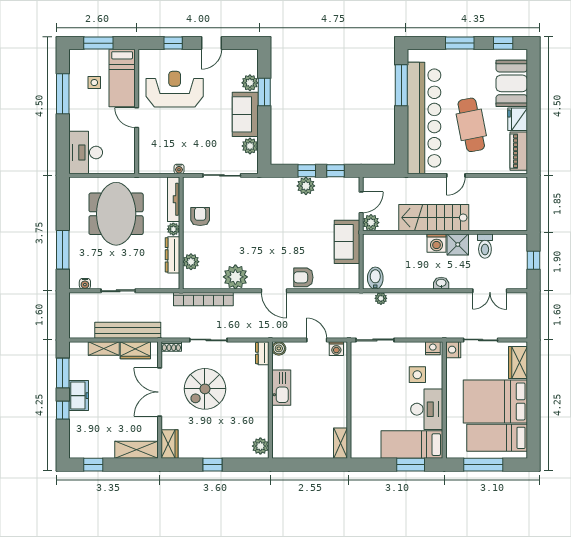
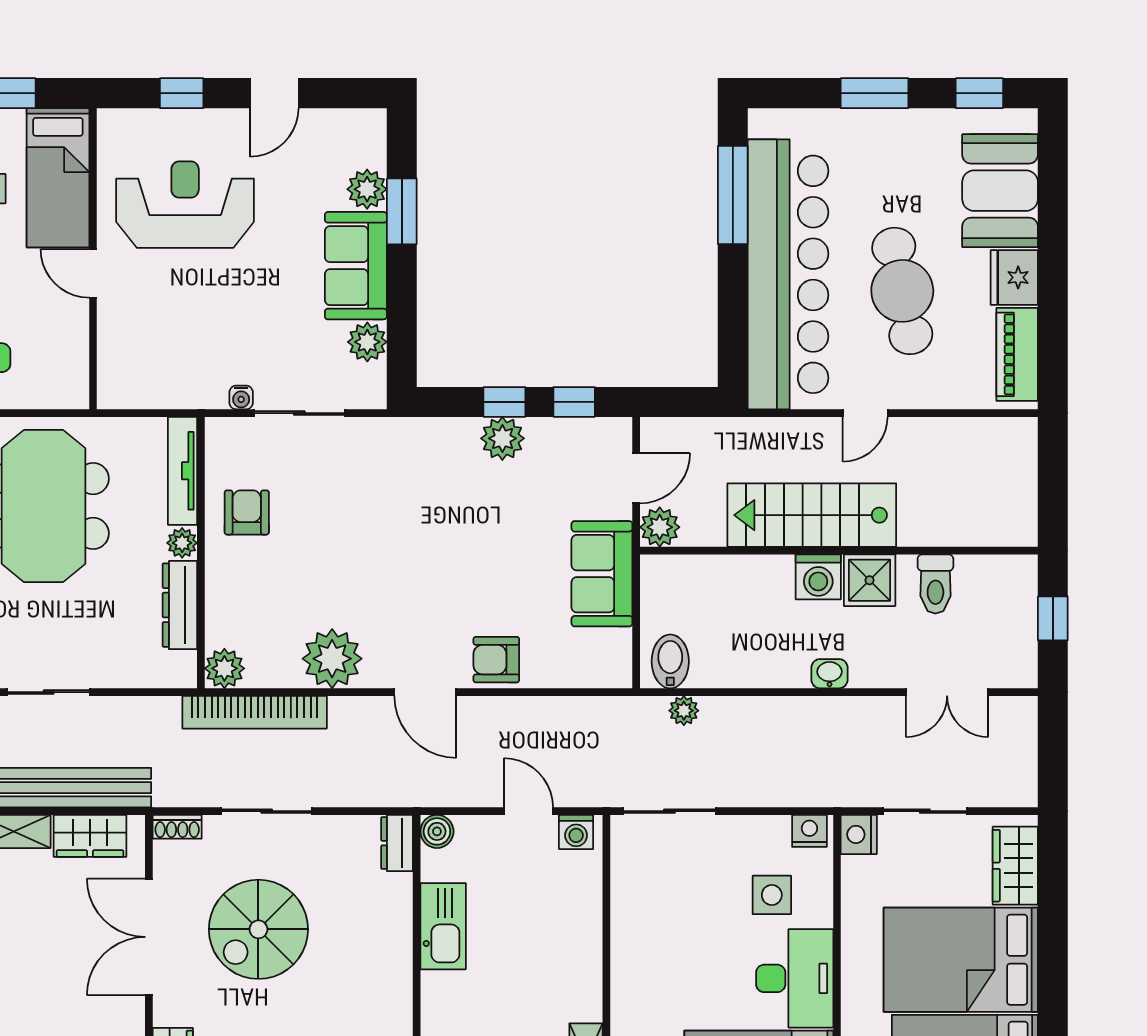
water cooler: (179, 169) -> (241, 397), moved
plant: (191, 262) -> (224, 668), moved

